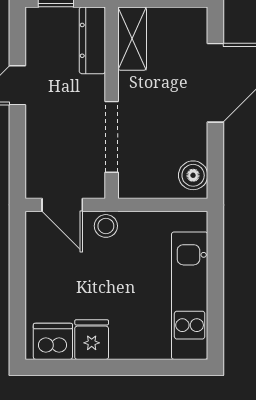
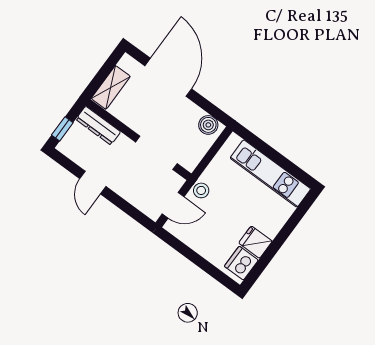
shelving: (132, 39) -> (111, 87), moved, turned 90

